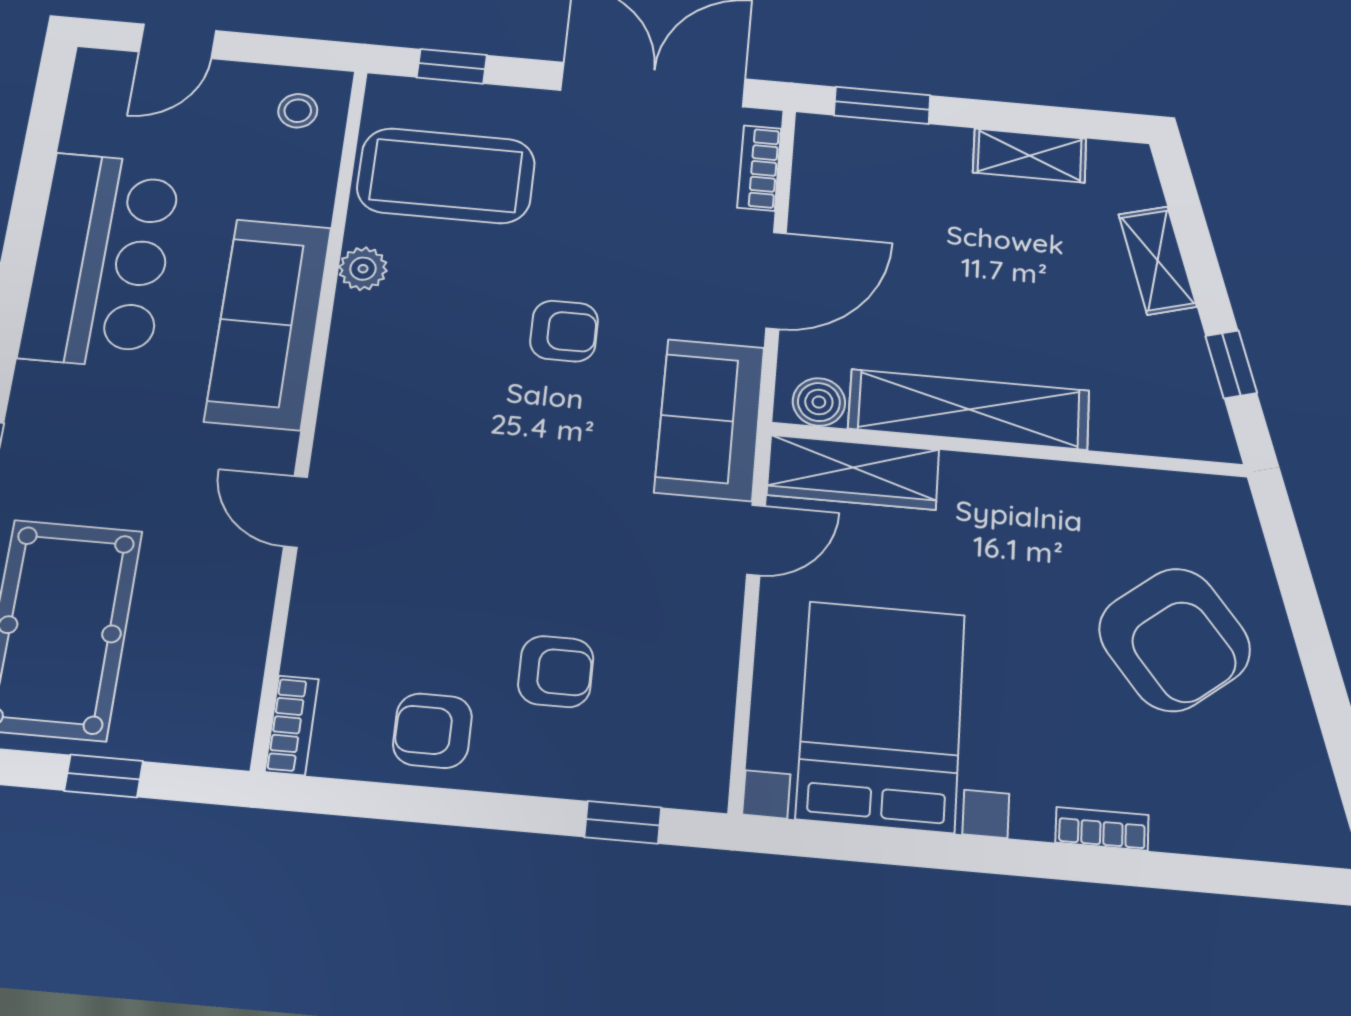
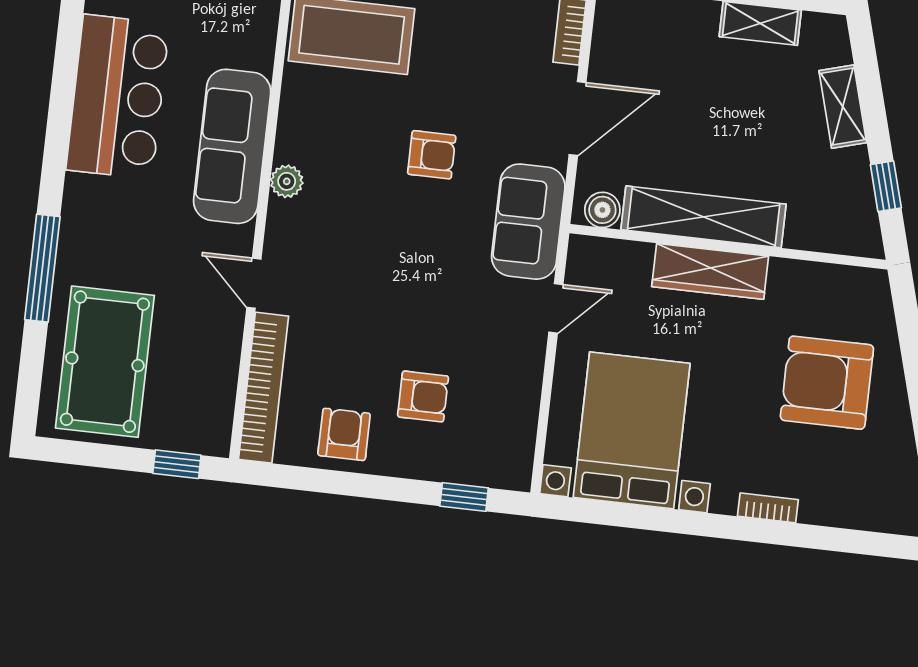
plant: (363, 269) -> (287, 181), moved
wardrobe: (853, 472) -> (710, 271), moved
armchair: (1175, 640) -> (827, 383), turned 128
bookcase: (292, 725) -> (264, 388), width x2.31, depth x1.31
armchair: (432, 731) -> (344, 434), turned 90
window: (104, 776) -> (177, 464), moved

